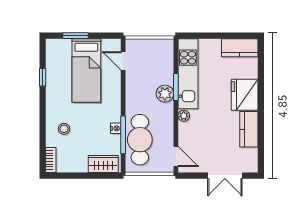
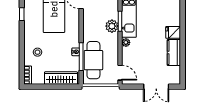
fridge: (245, 95) -> (173, 32), width x0.53, depth x0.75
wardrobe: (103, 164) -> (61, 78), width x1.50

